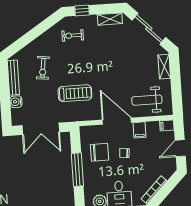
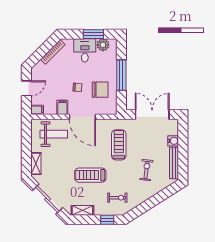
treadmill: (104, 58) -> (90, 175), added
treadmill: (75, 93) -> (119, 145), turned 90
chair: (99, 152) -> (100, 90), turned 180

